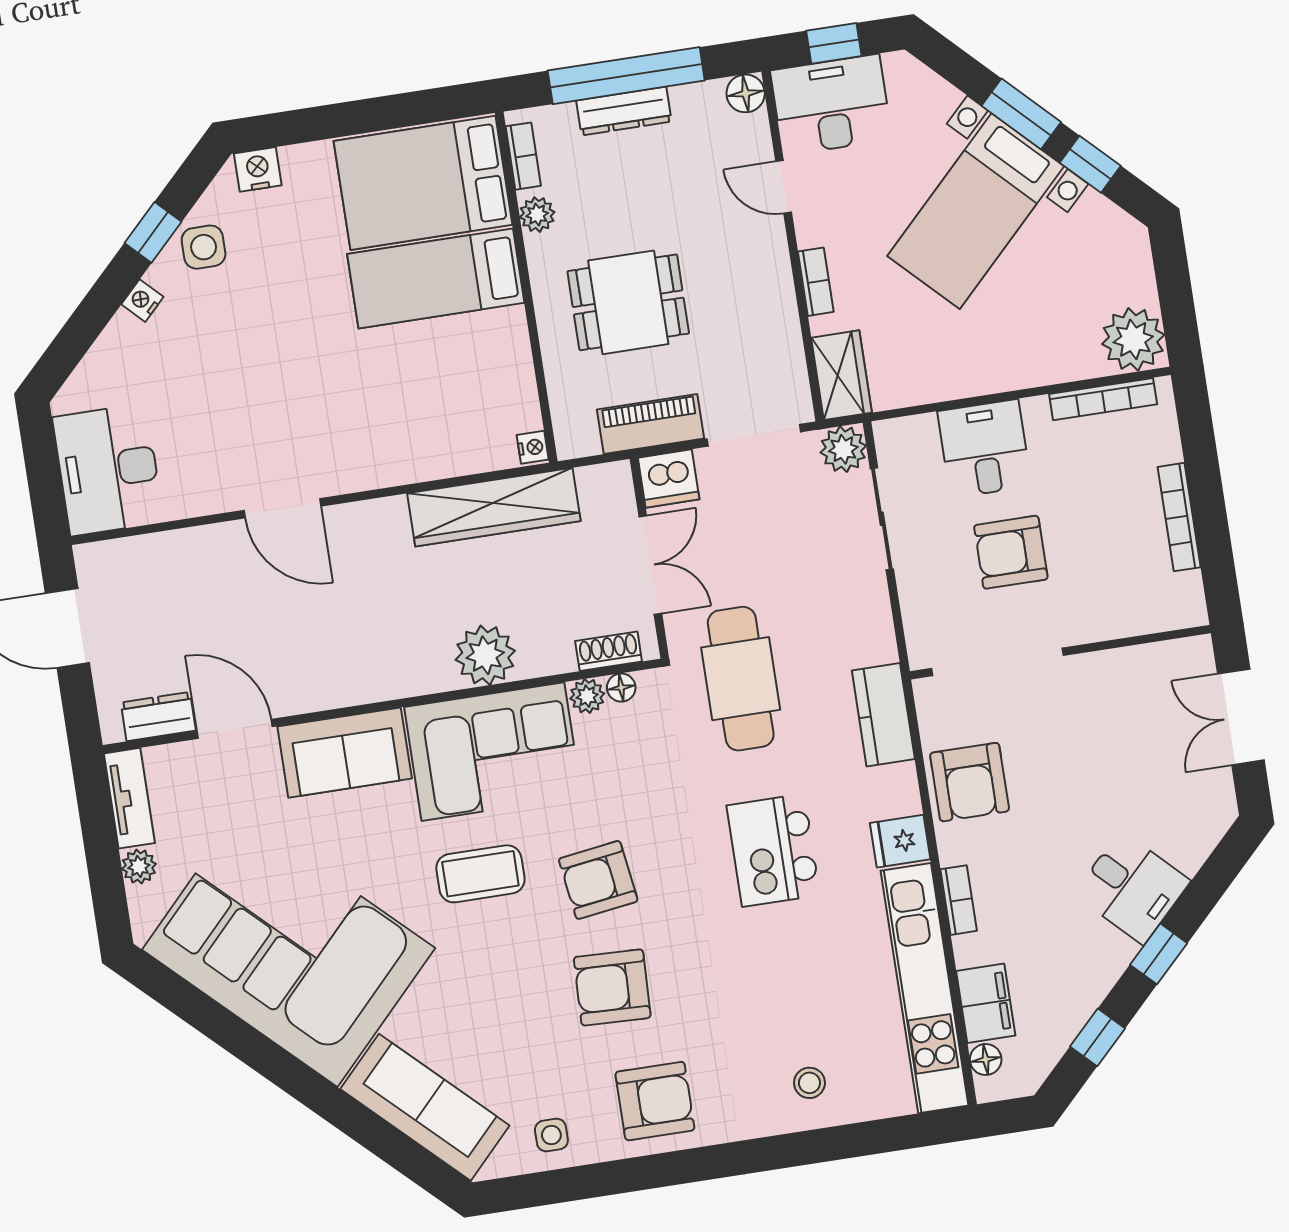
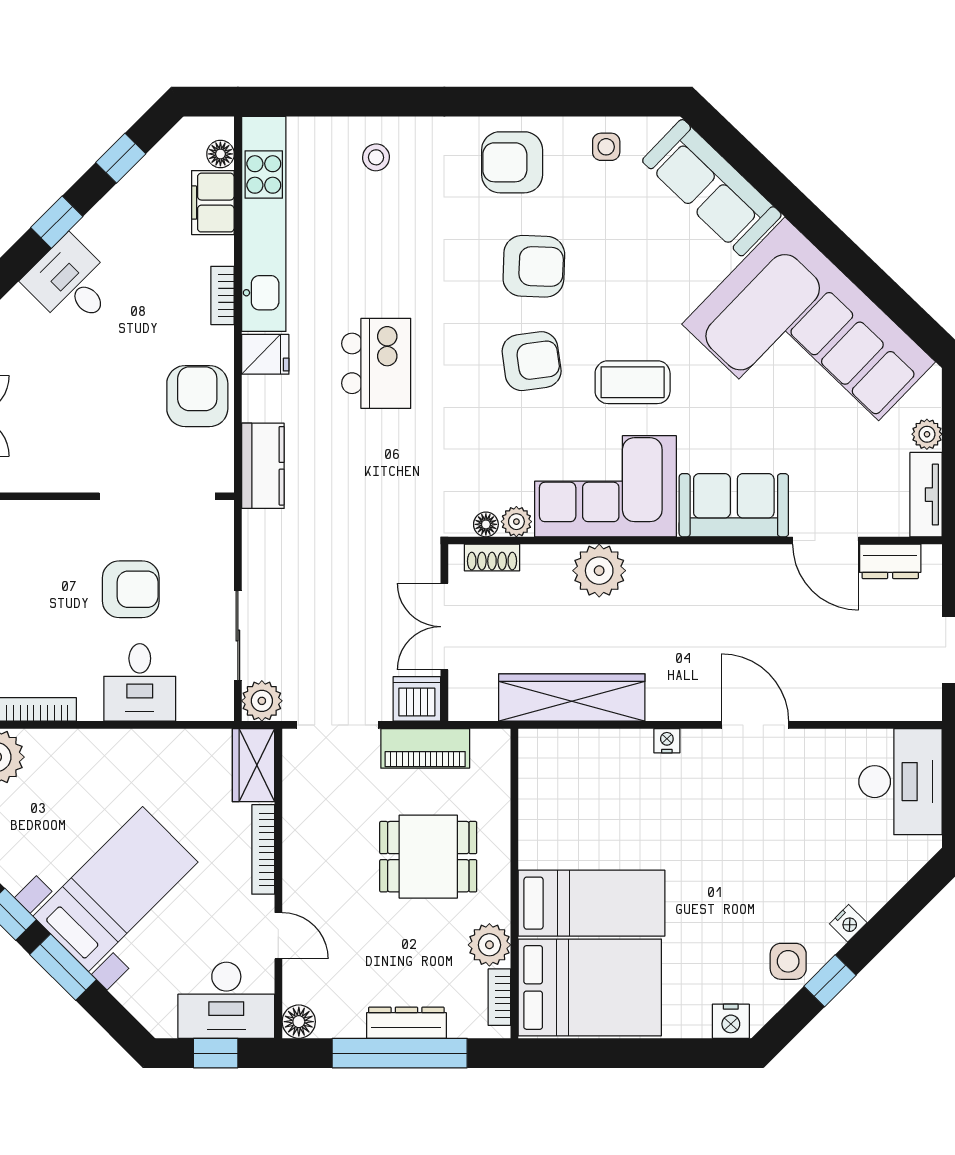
plant: (537, 215) -> (489, 945), width x1.38, depth x1.38
bookcase: (816, 282) -> (263, 849), width x1.56
nightstand: (533, 447) -> (667, 741), moved, turned 90
cafe table: (741, 679) -> (381, 516), removed

